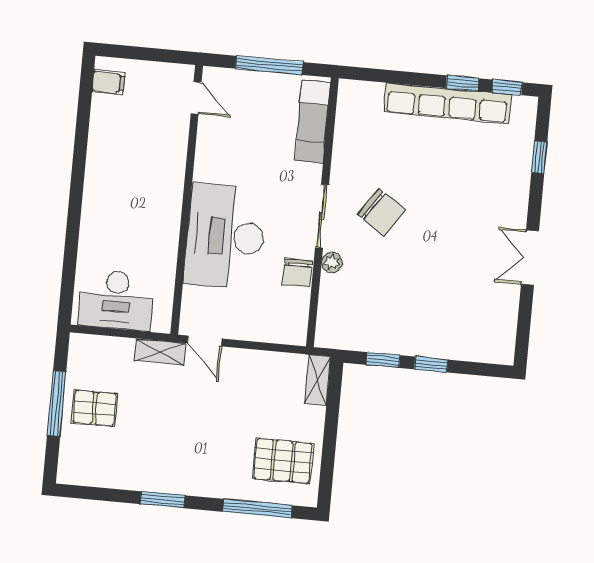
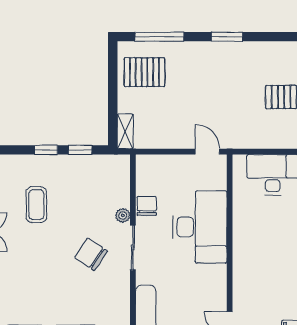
coffee table: (452, 289) -> (36, 205), added
shelving: (160, 352) -> (238, 141), removed

